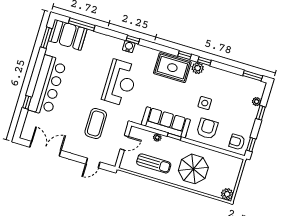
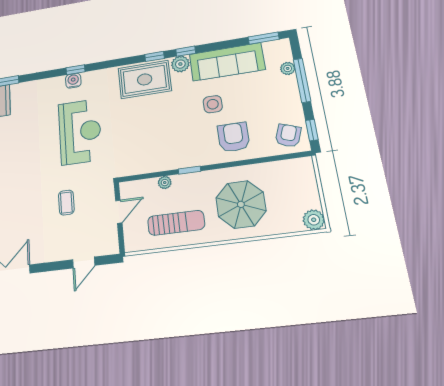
window: (261, 113) -> (302, 80), width x2.17
sofa: (166, 122) -> (227, 62), moved, turned 180
coffee table: (96, 124) -> (66, 203), width x0.54, depth x0.58
armchair: (237, 142) -> (288, 136), turned 110

